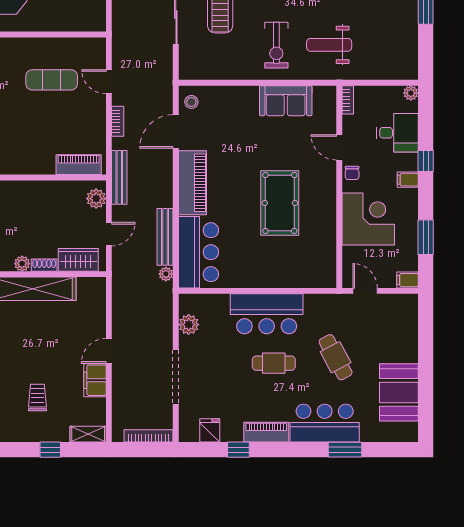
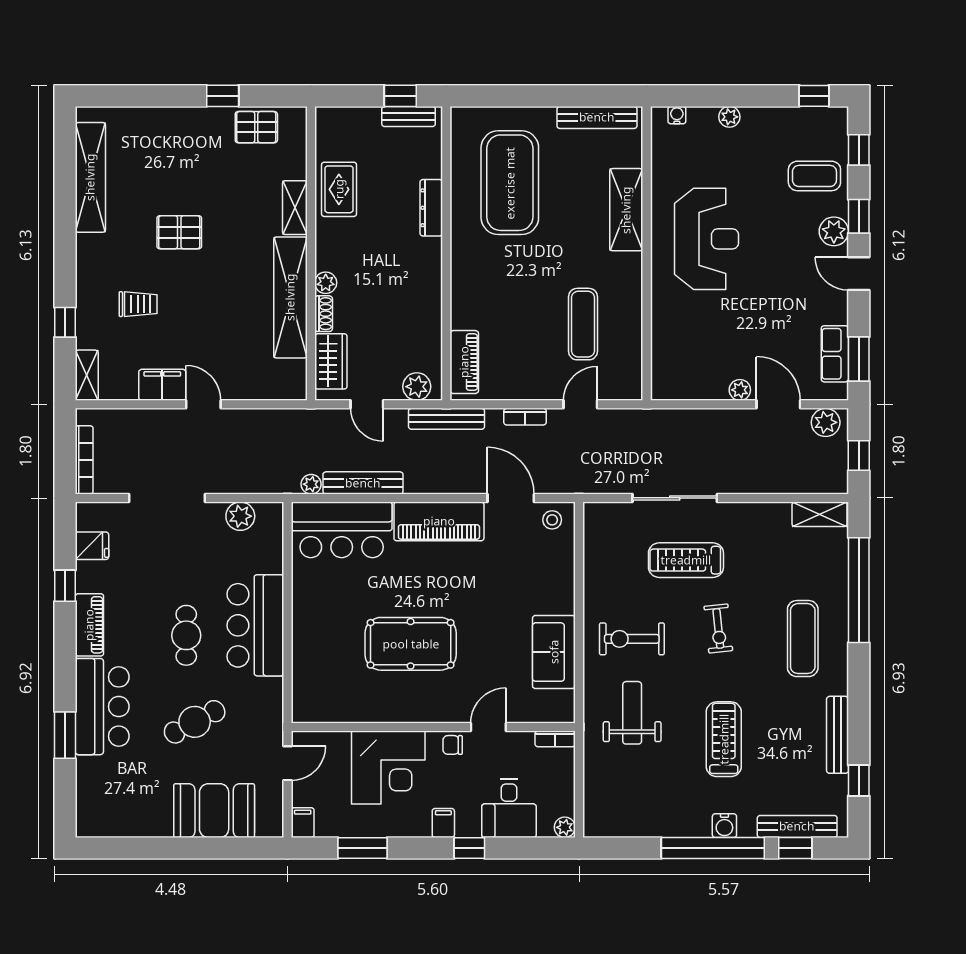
booth: (399, 392) -> (214, 811), moved

